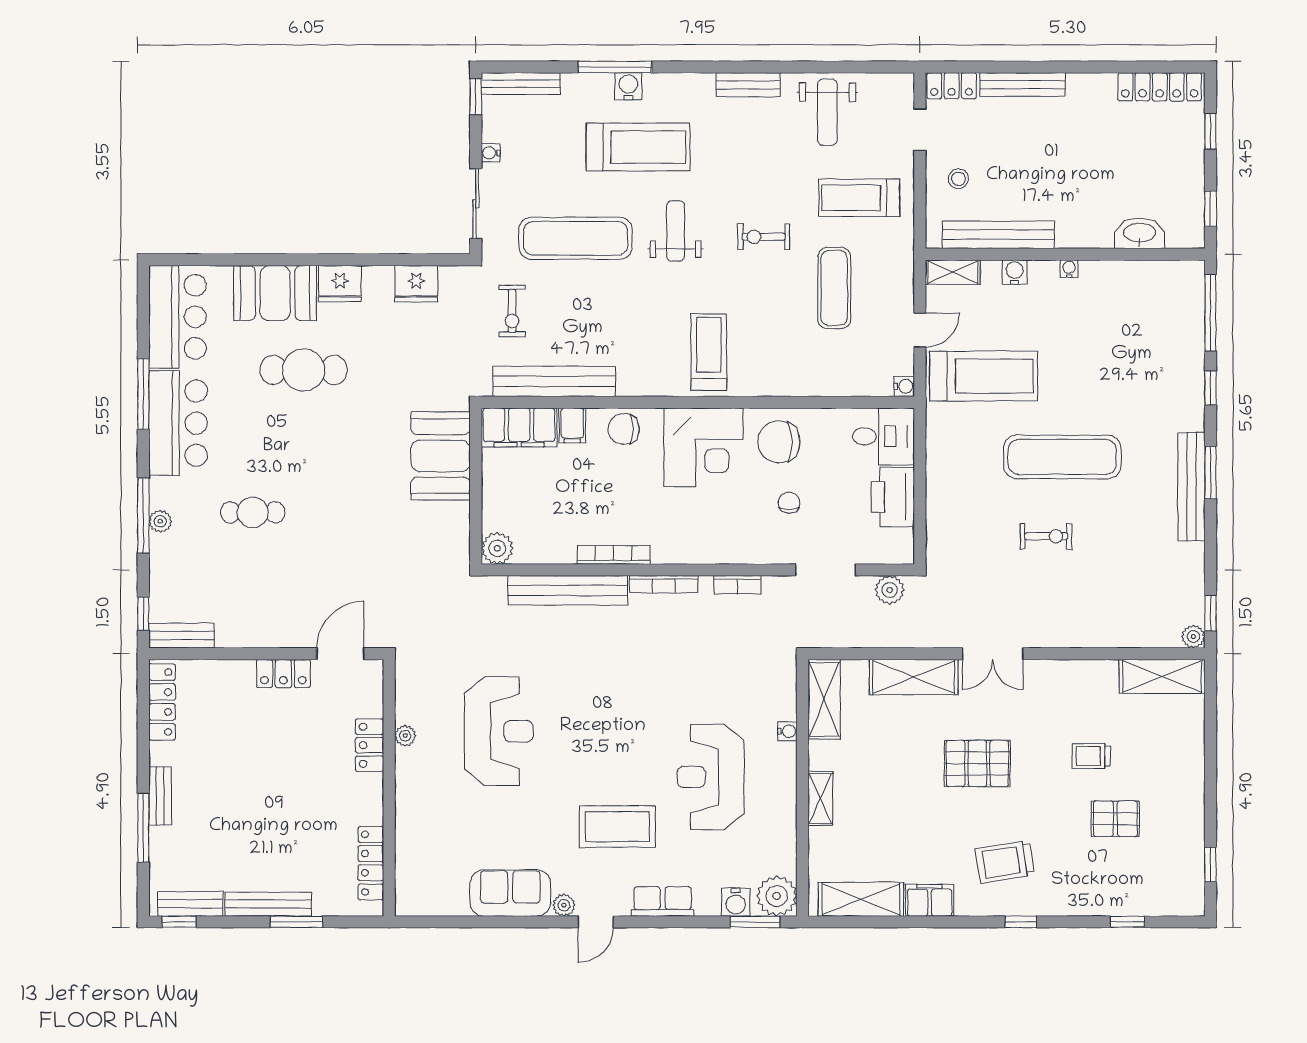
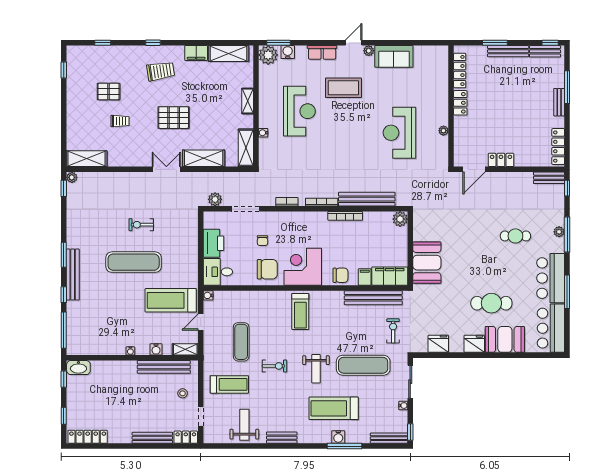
washbasin: (1140, 233) -> (78, 368), moved
bench: (1191, 487) -> (73, 274), moved
locker: (370, 745) -> (460, 103), moved

